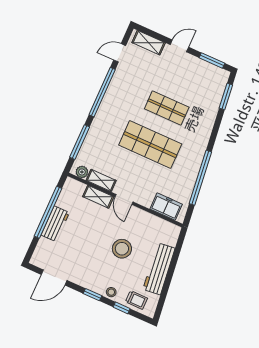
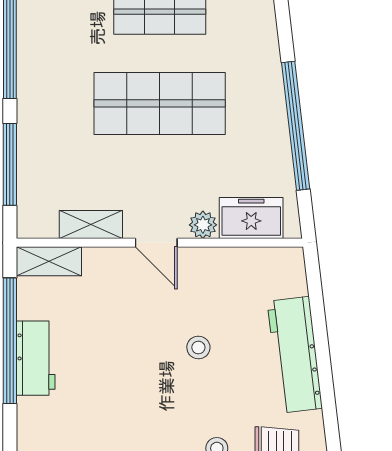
plant: (82, 172) -> (203, 225), moved
shelving: (98, 197) -> (49, 261), moved
stool: (122, 249) -> (198, 348), width x0.53, depth x0.53

